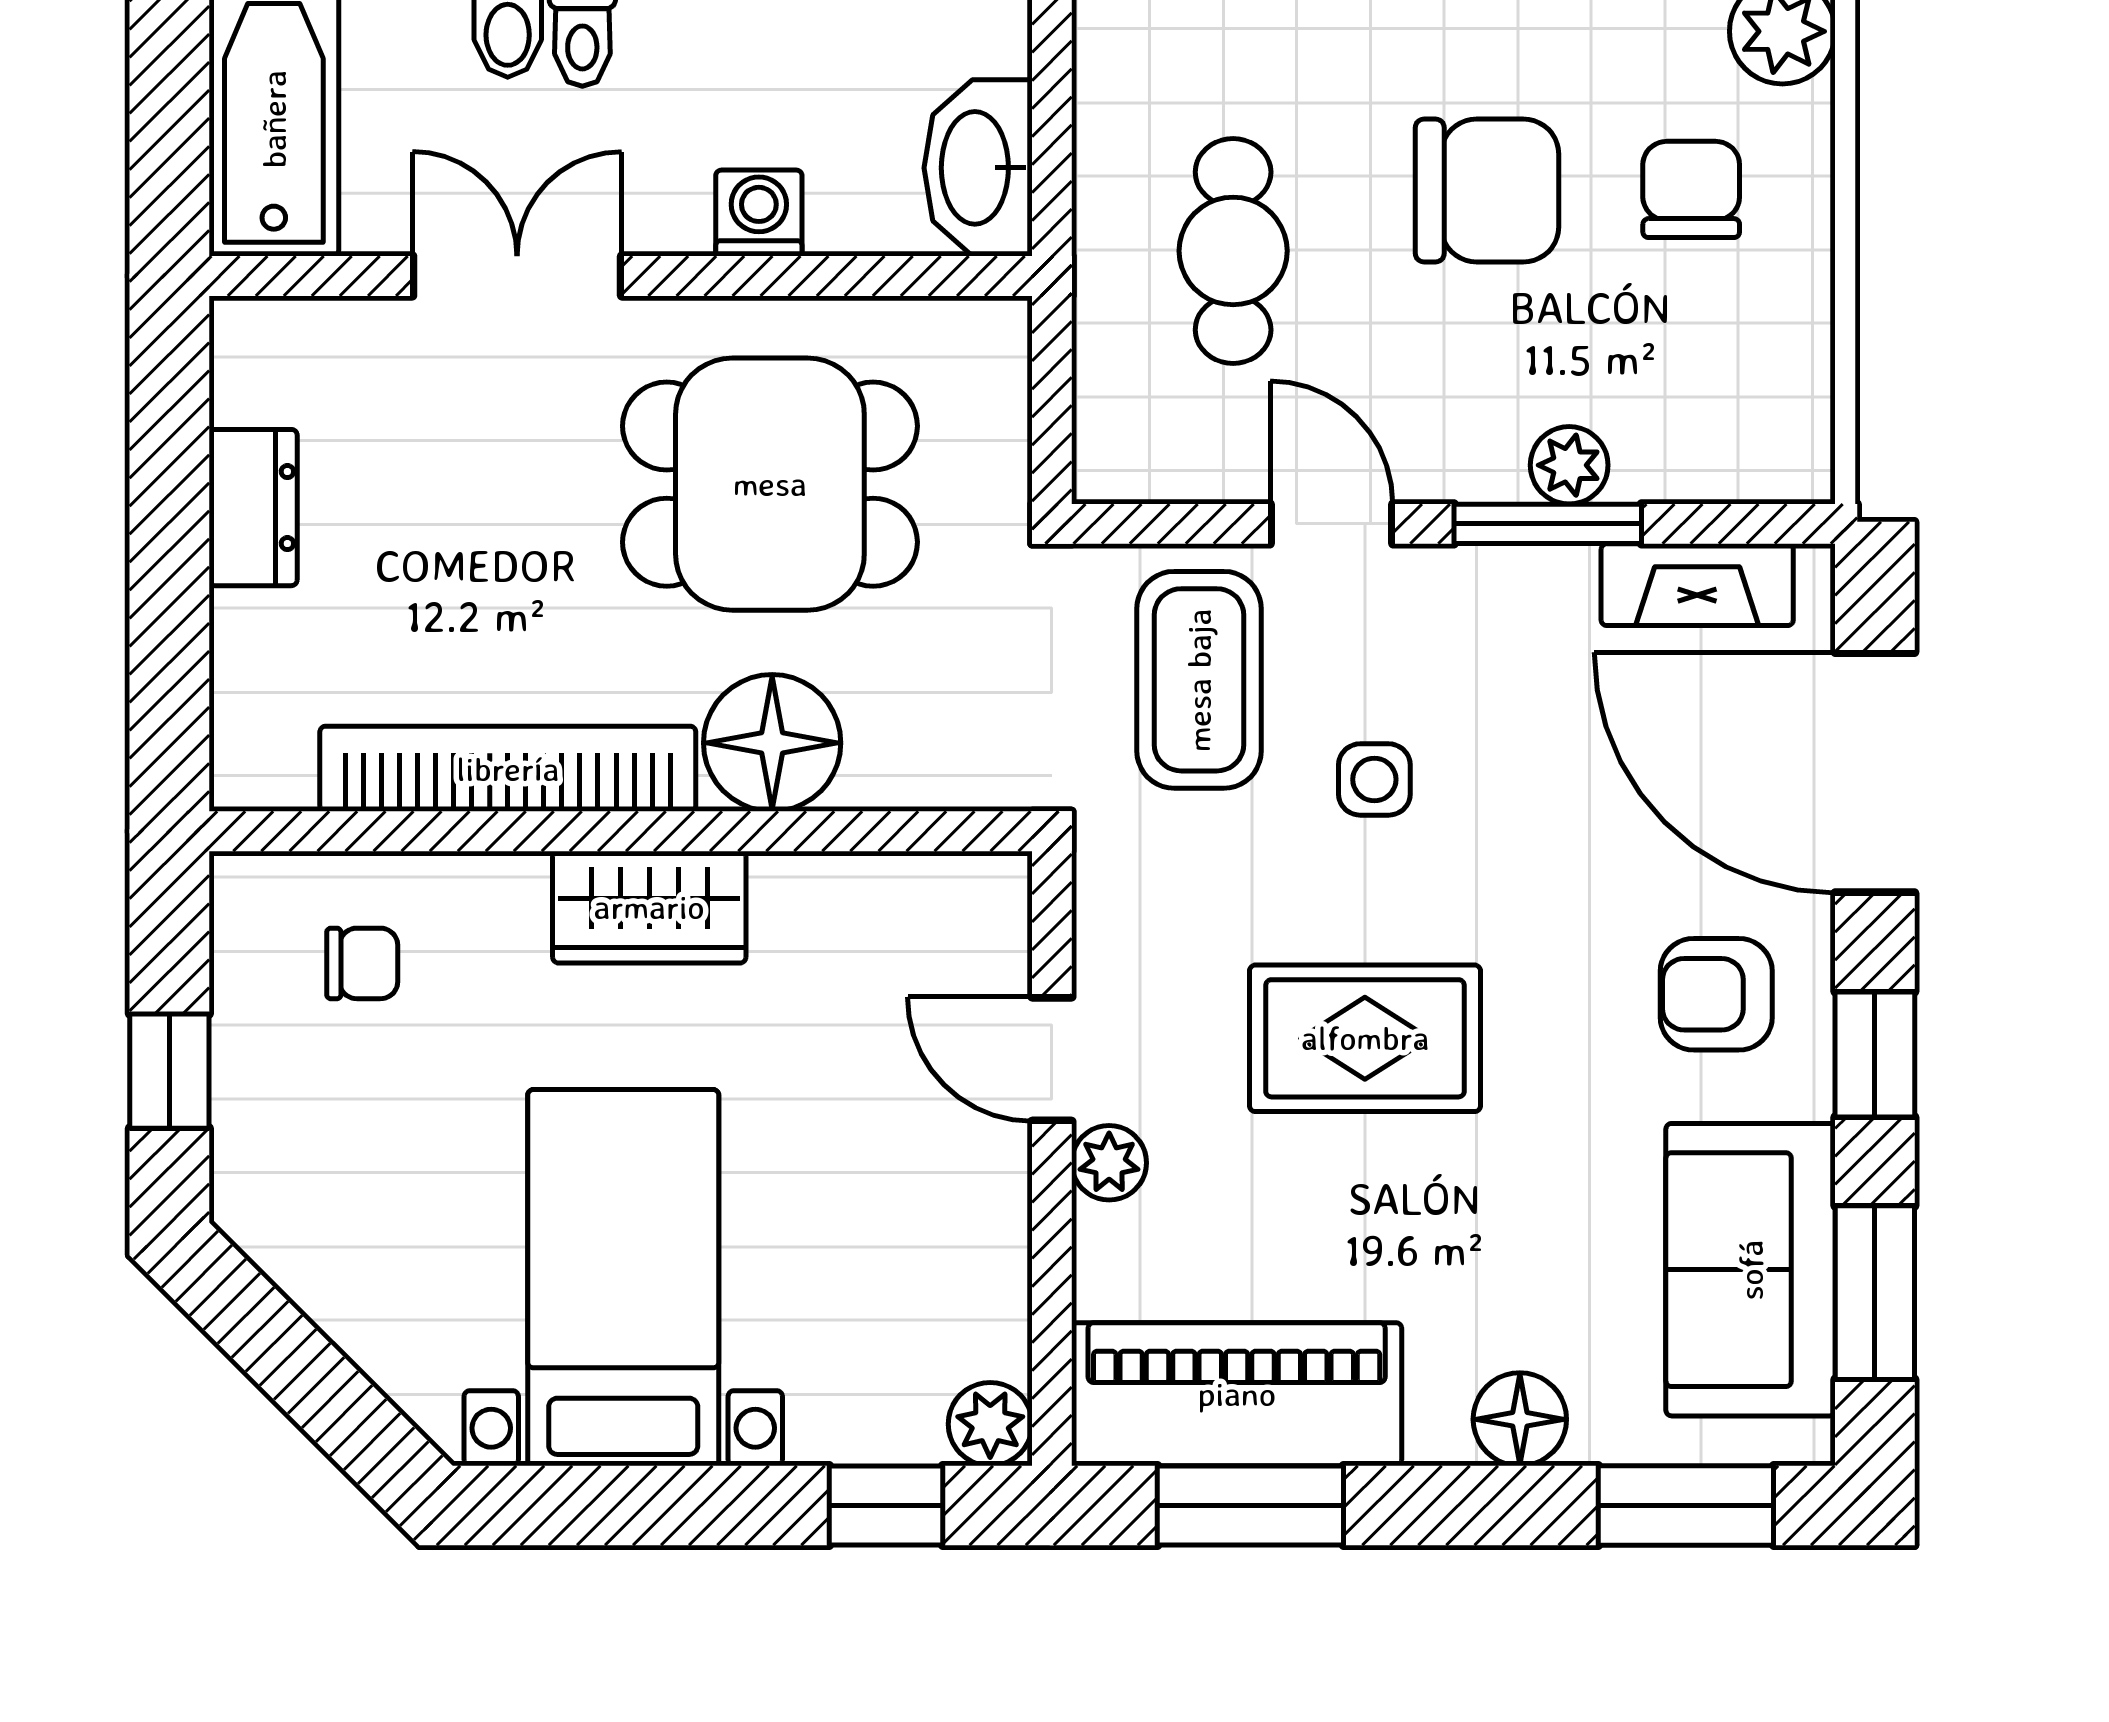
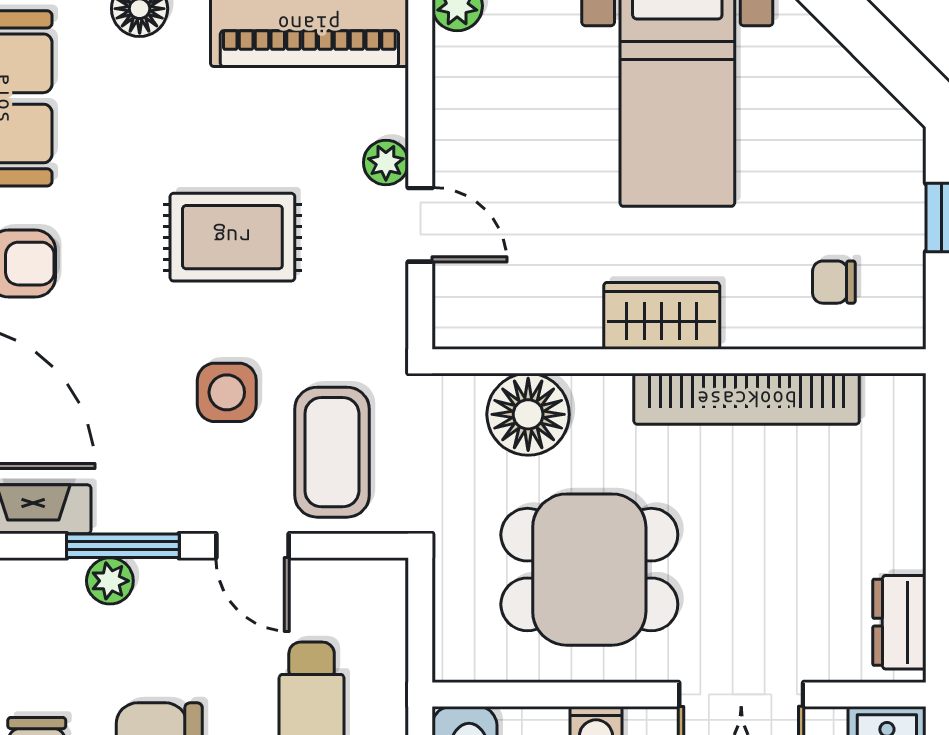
dresser: (253, 508) -> (899, 622), moved
floor lamp: (772, 743) -> (528, 414), moved
side table: (1374, 779) -> (227, 392), width x1.37, depth x1.37

